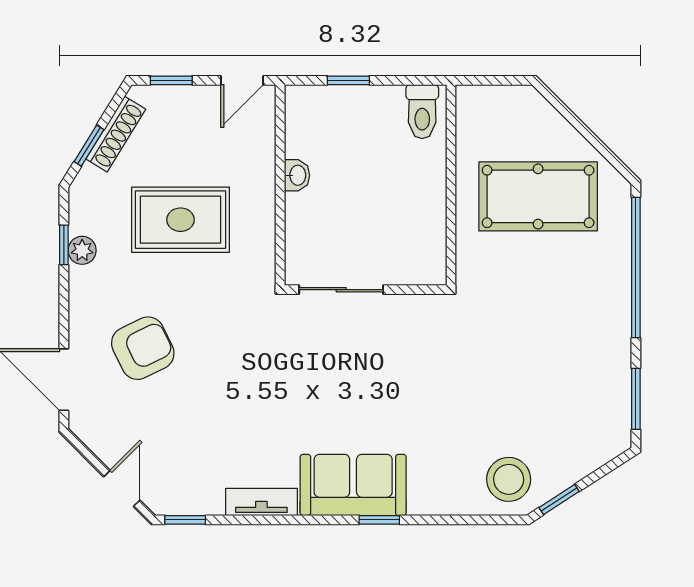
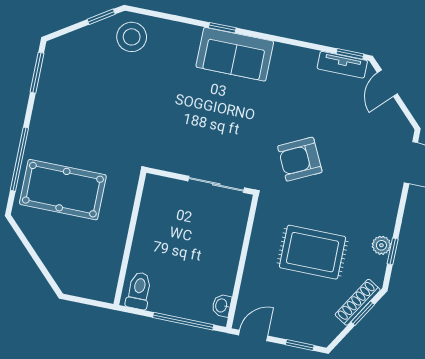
window: (348, 80) -> (183, 321), width x2.17
shoe rack: (116, 134) -> (358, 302), moved
washbasin: (297, 175) -> (222, 306), moved
pool table: (538, 196) -> (63, 190), moved
window: (636, 268) -> (19, 159), width x0.68
armchair: (143, 348) -> (300, 159), moved
tv unit: (261, 502) -> (342, 65), moved

